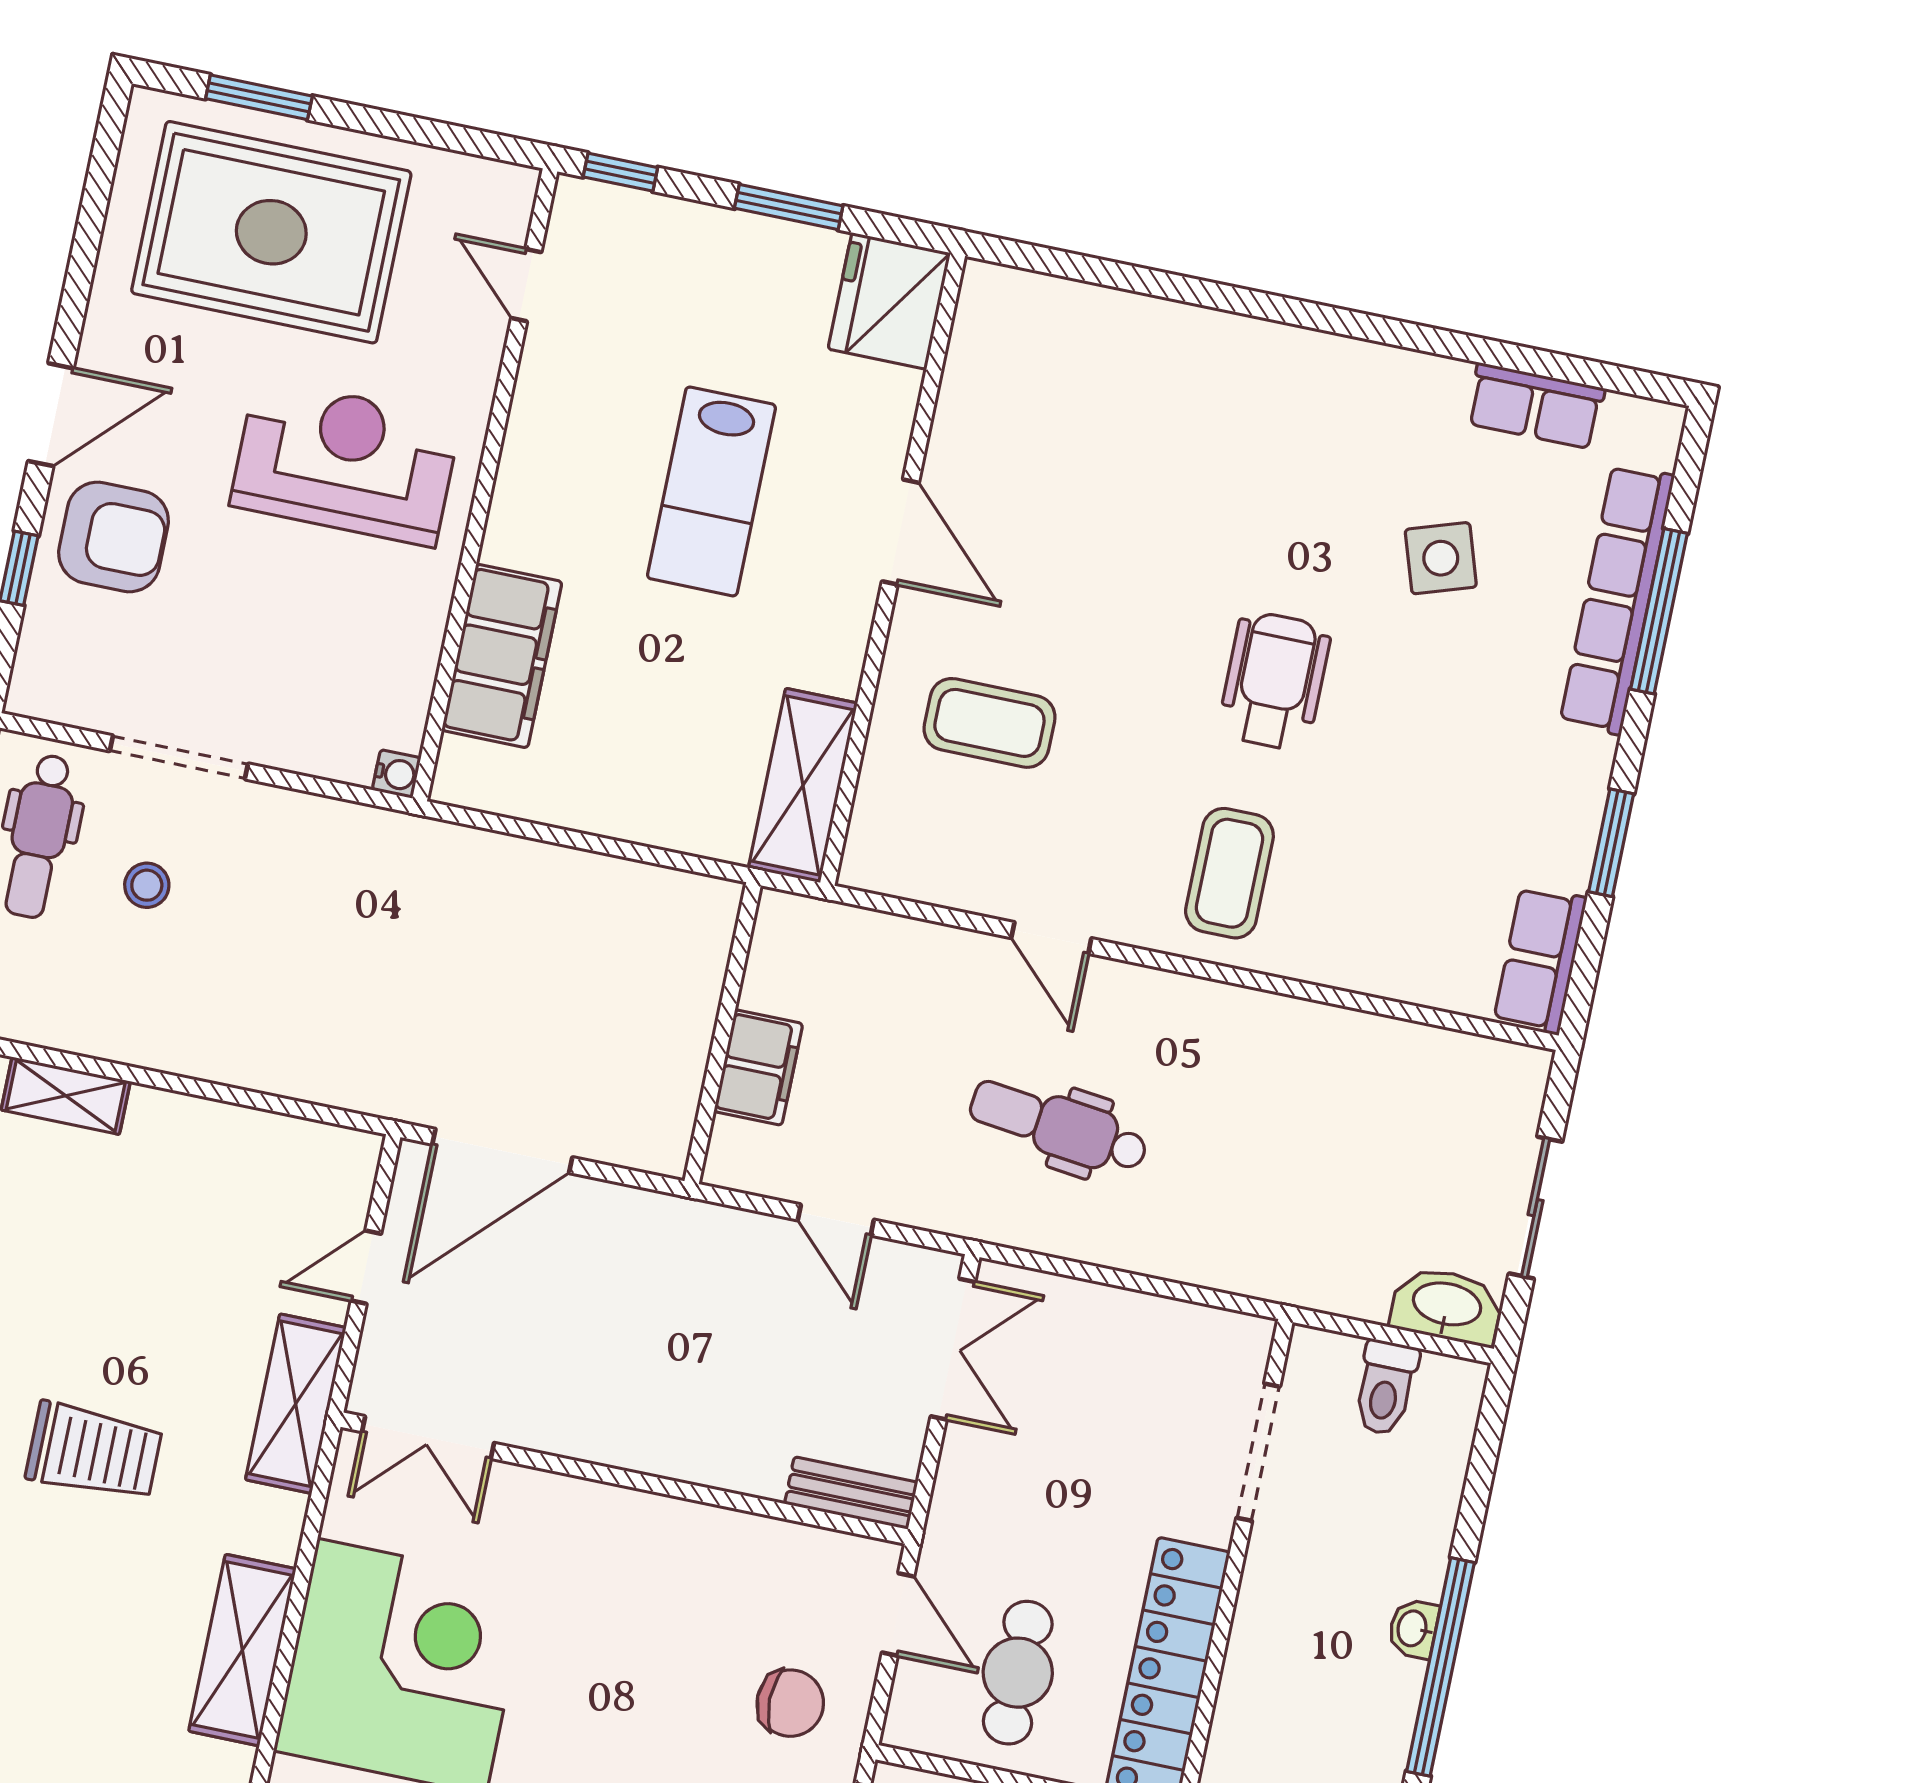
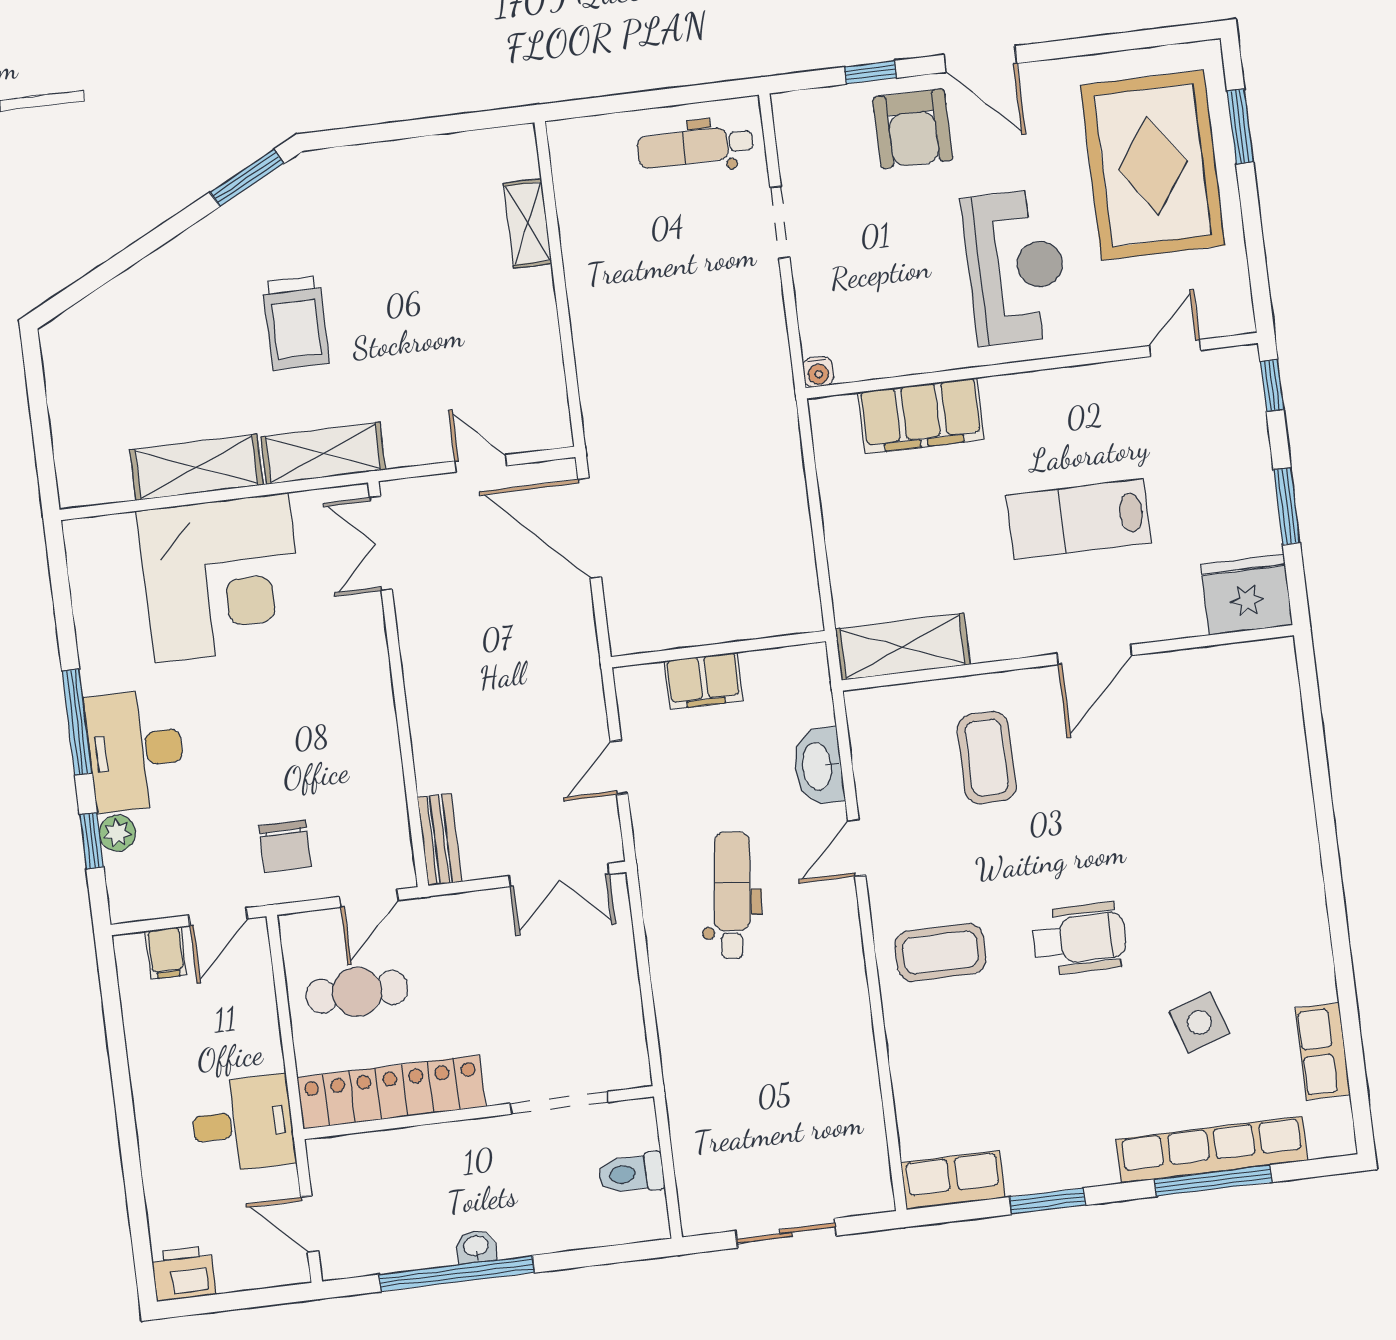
doorway: (179, 757) -> (780, 222), width x0.73
stool: (147, 885) -> (687, 230), removed
washbasin: (1447, 1306) -> (818, 766), moved, turned 180
shelving: (296, 1404) -> (323, 453), moved

